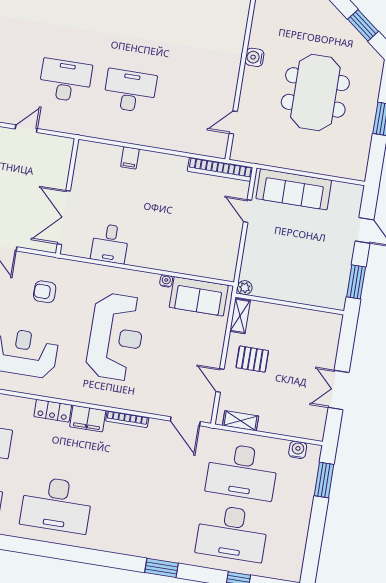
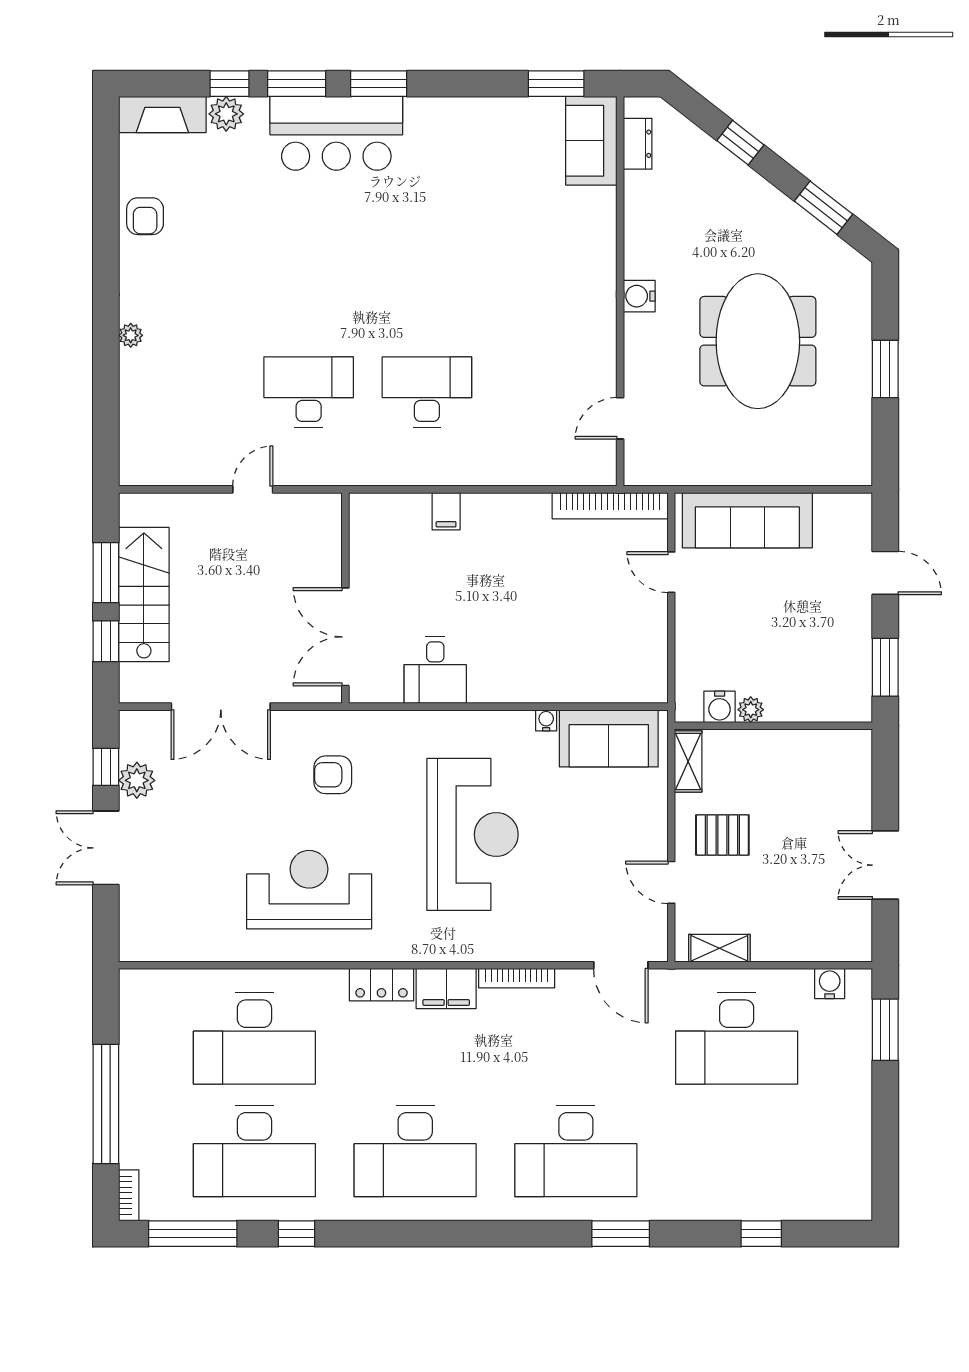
plant: (245, 288) -> (751, 710), moved
water cooler: (262, 289) -> (720, 707), added
desk: (232, 533) -> (576, 1151), moved

